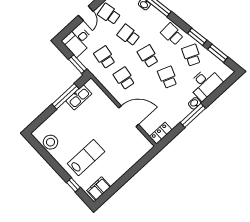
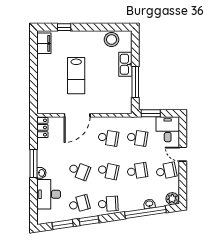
school desk: (192, 55) -> (79, 204), turned -39
kitchen sink: (79, 97) -> (125, 64), moved
lab bench: (86, 158) -> (76, 76), moved

